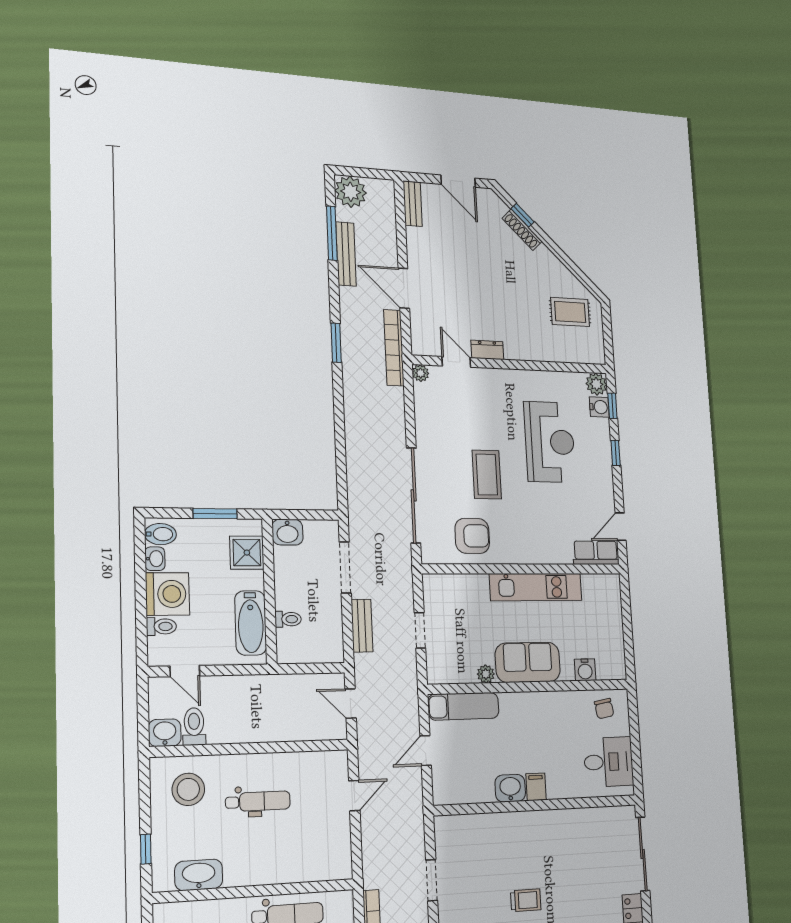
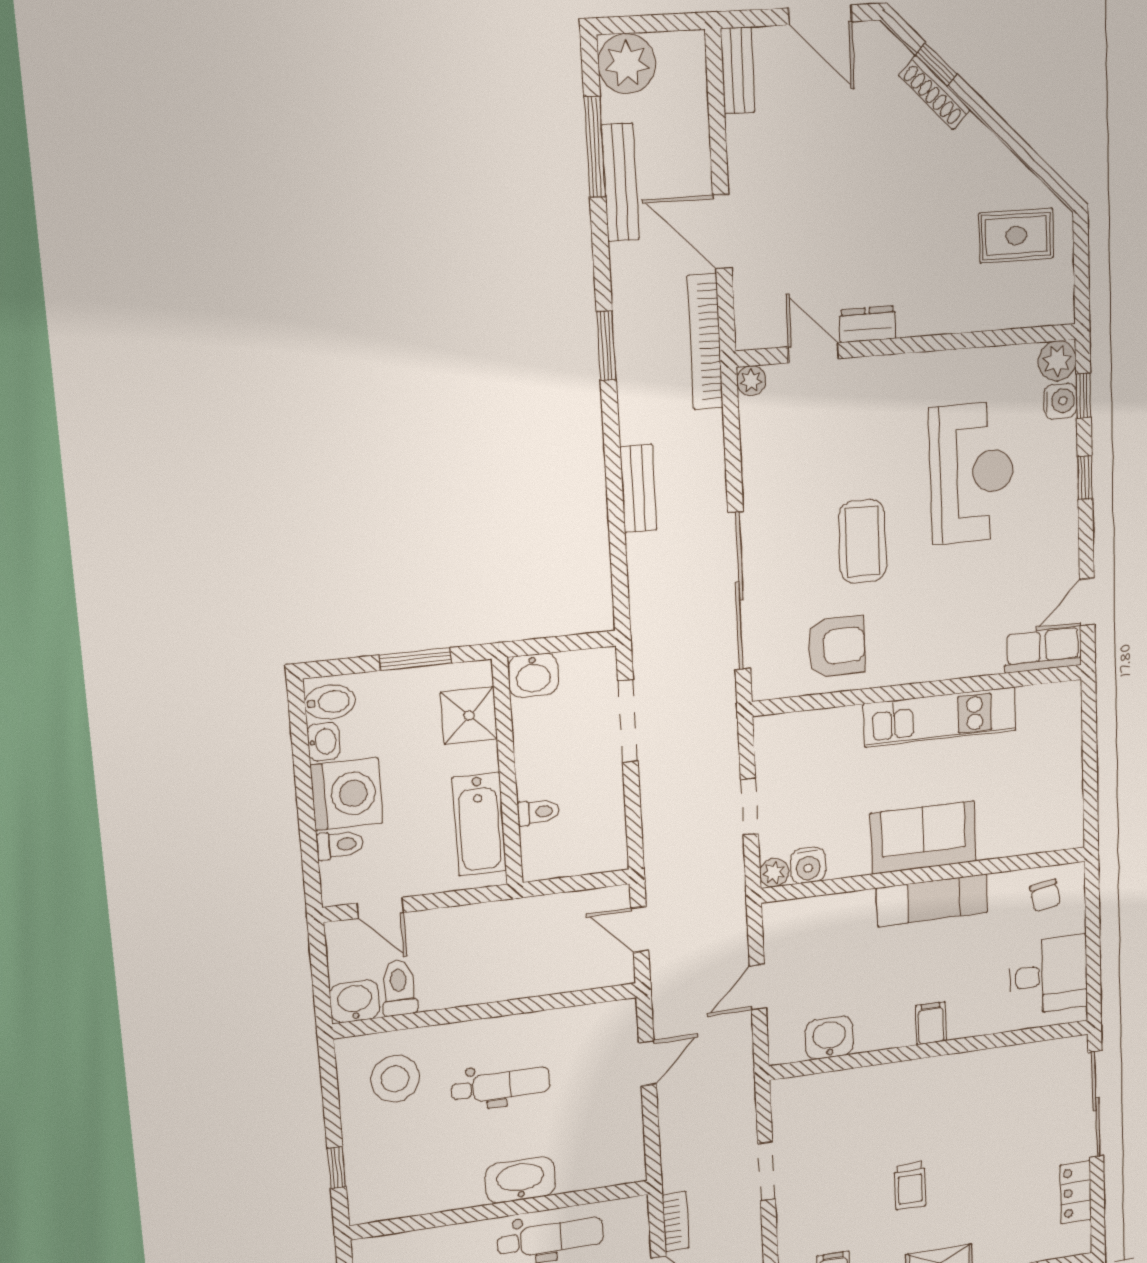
bench: (362, 626) -> (638, 488), moved
water cooler: (585, 670) -> (808, 865), moved
plant: (486, 674) -> (774, 873), moved
exam couch: (463, 706) -> (932, 900), moved
washbasin: (510, 788) -> (829, 1038), moved
washbasin: (199, 875) -> (520, 1180), moved
trolley: (526, 900) -> (910, 1186), turned 90

